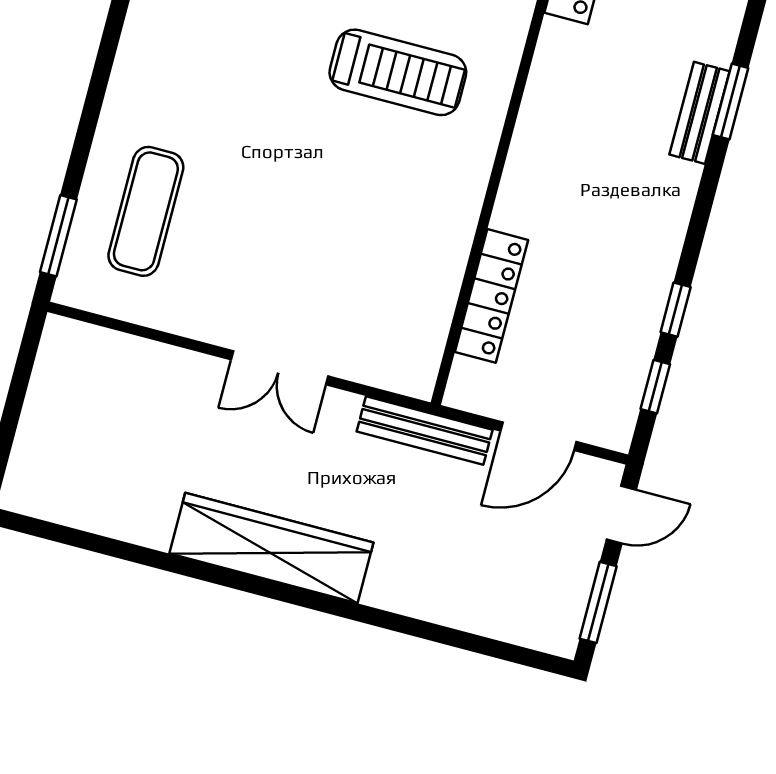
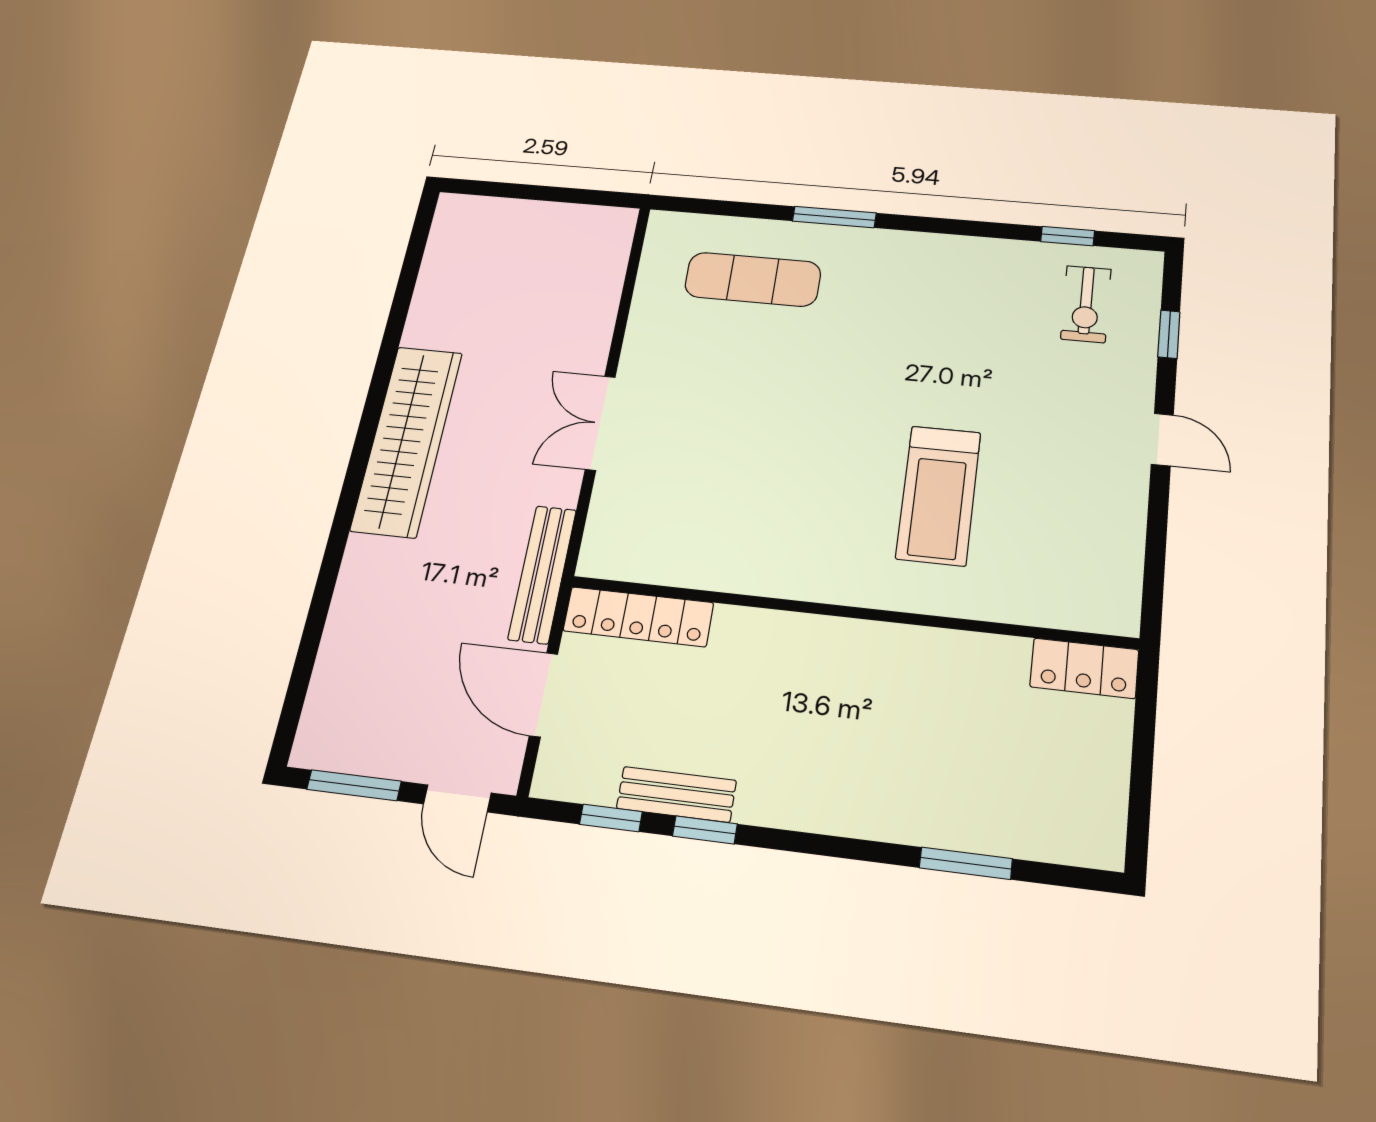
bench: (700, 113) -> (676, 794), moved
window: (58, 236) -> (834, 217), moved
locker: (491, 296) -> (638, 617), moved

